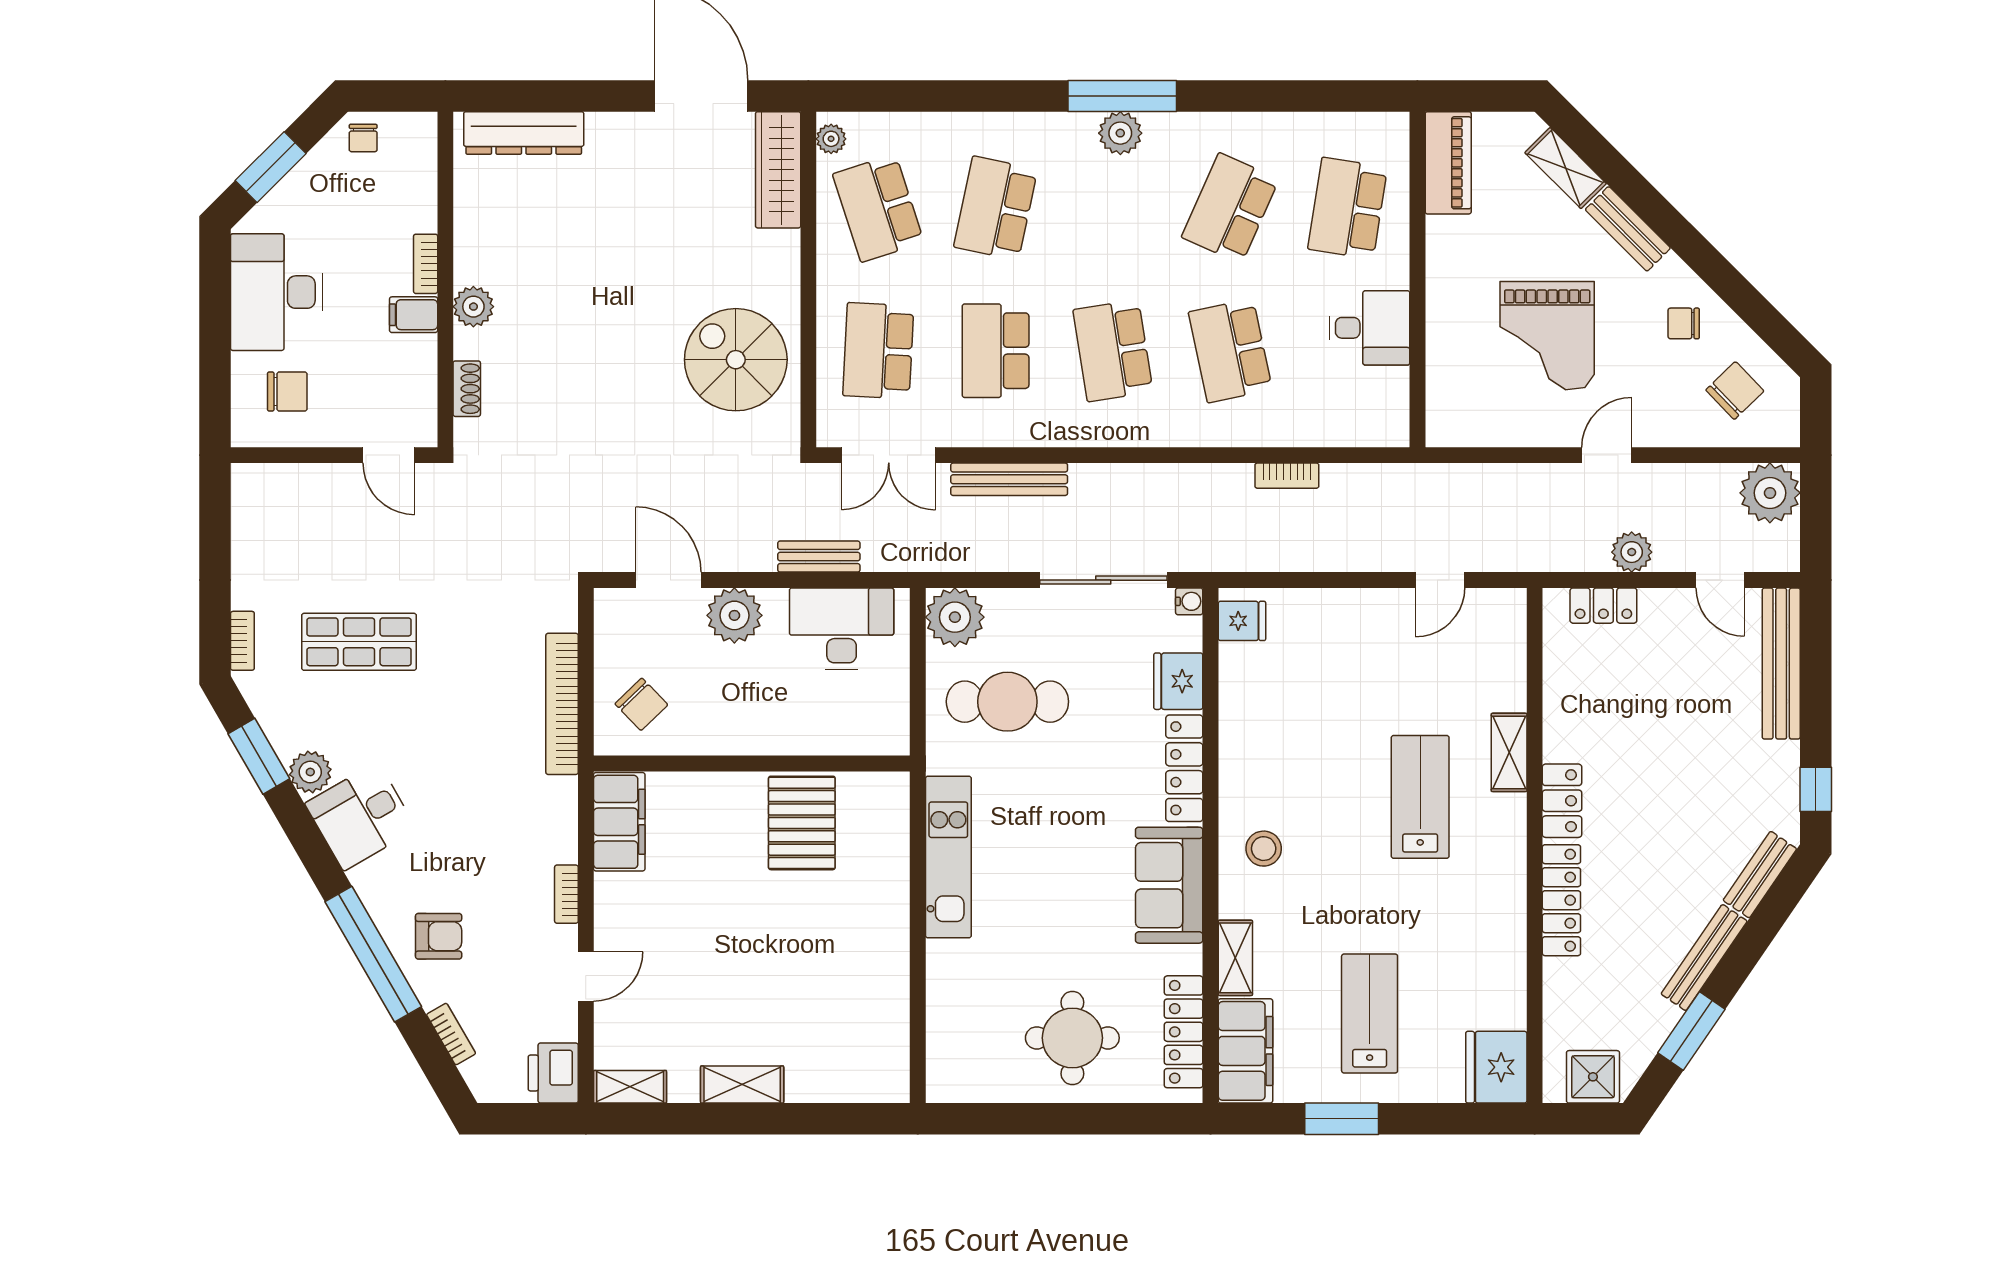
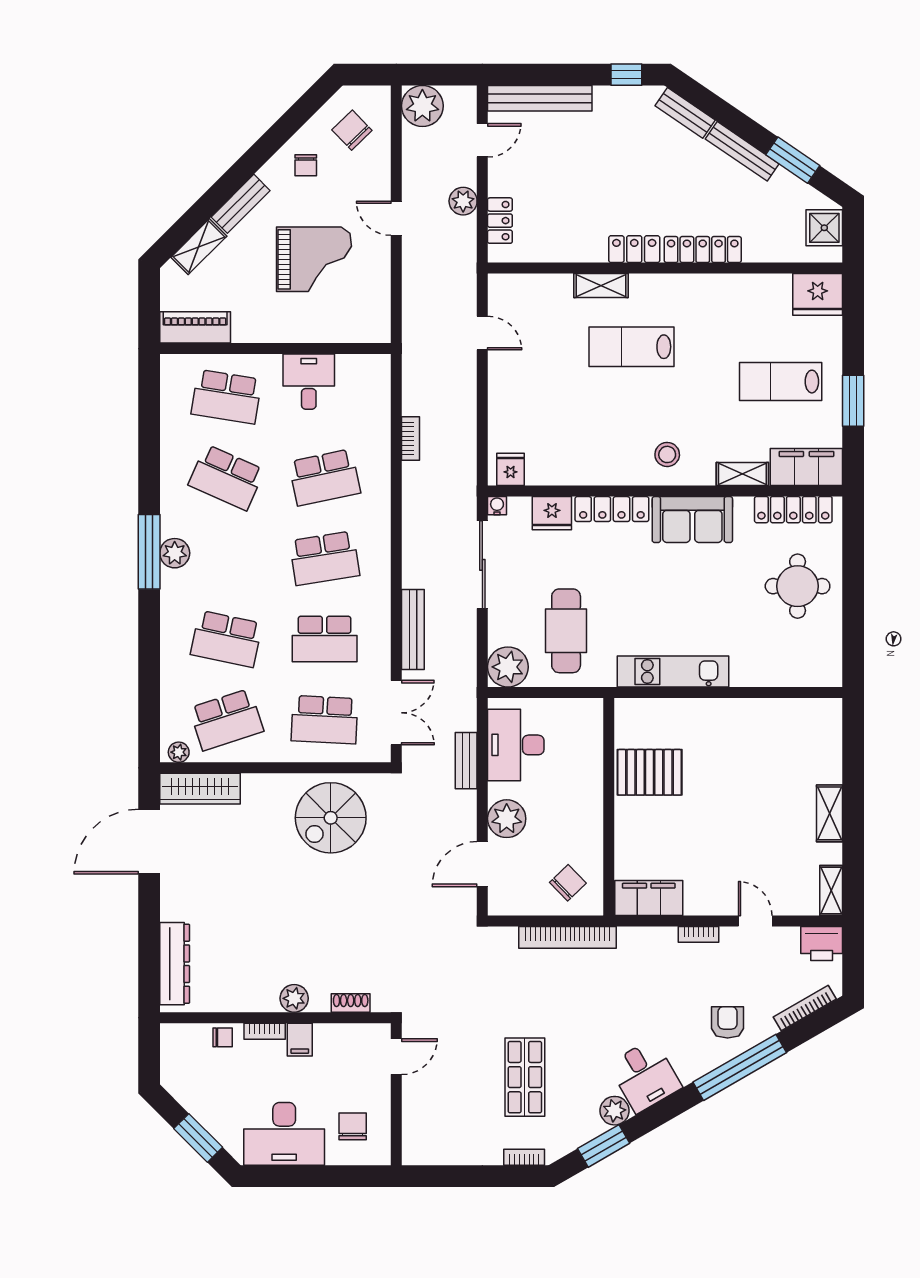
chair: (363, 138) -> (223, 1037), moved
bookcase: (451, 1034) -> (805, 1008), width x1.56

